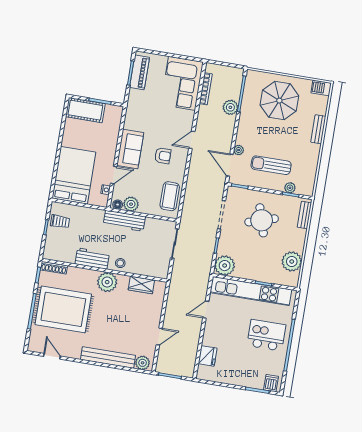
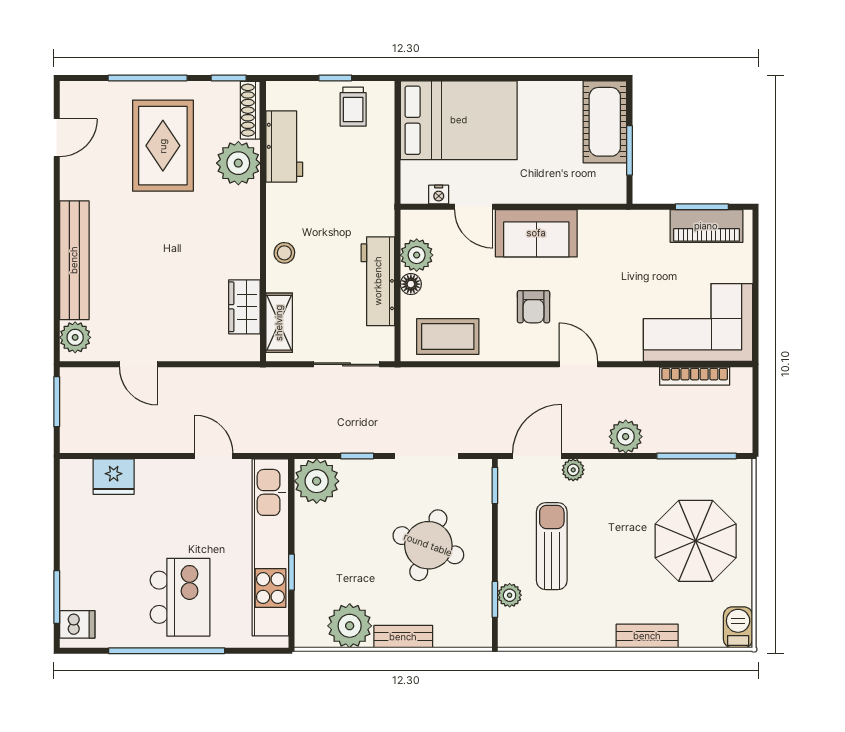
plant: (230, 107) -> (626, 437), moved
floor lamp: (118, 205) -> (411, 284), moved
bench: (304, 215) -> (403, 637), moved
round table: (262, 220) -> (428, 545), turned 37
workbench: (124, 221) -> (378, 281), moved
workbench: (92, 259) -> (284, 146), moved
shelving: (151, 271) -> (279, 323), added
plant: (107, 282) -> (238, 163), moved
rug: (63, 309) -> (163, 146), width x0.73, depth x0.69

